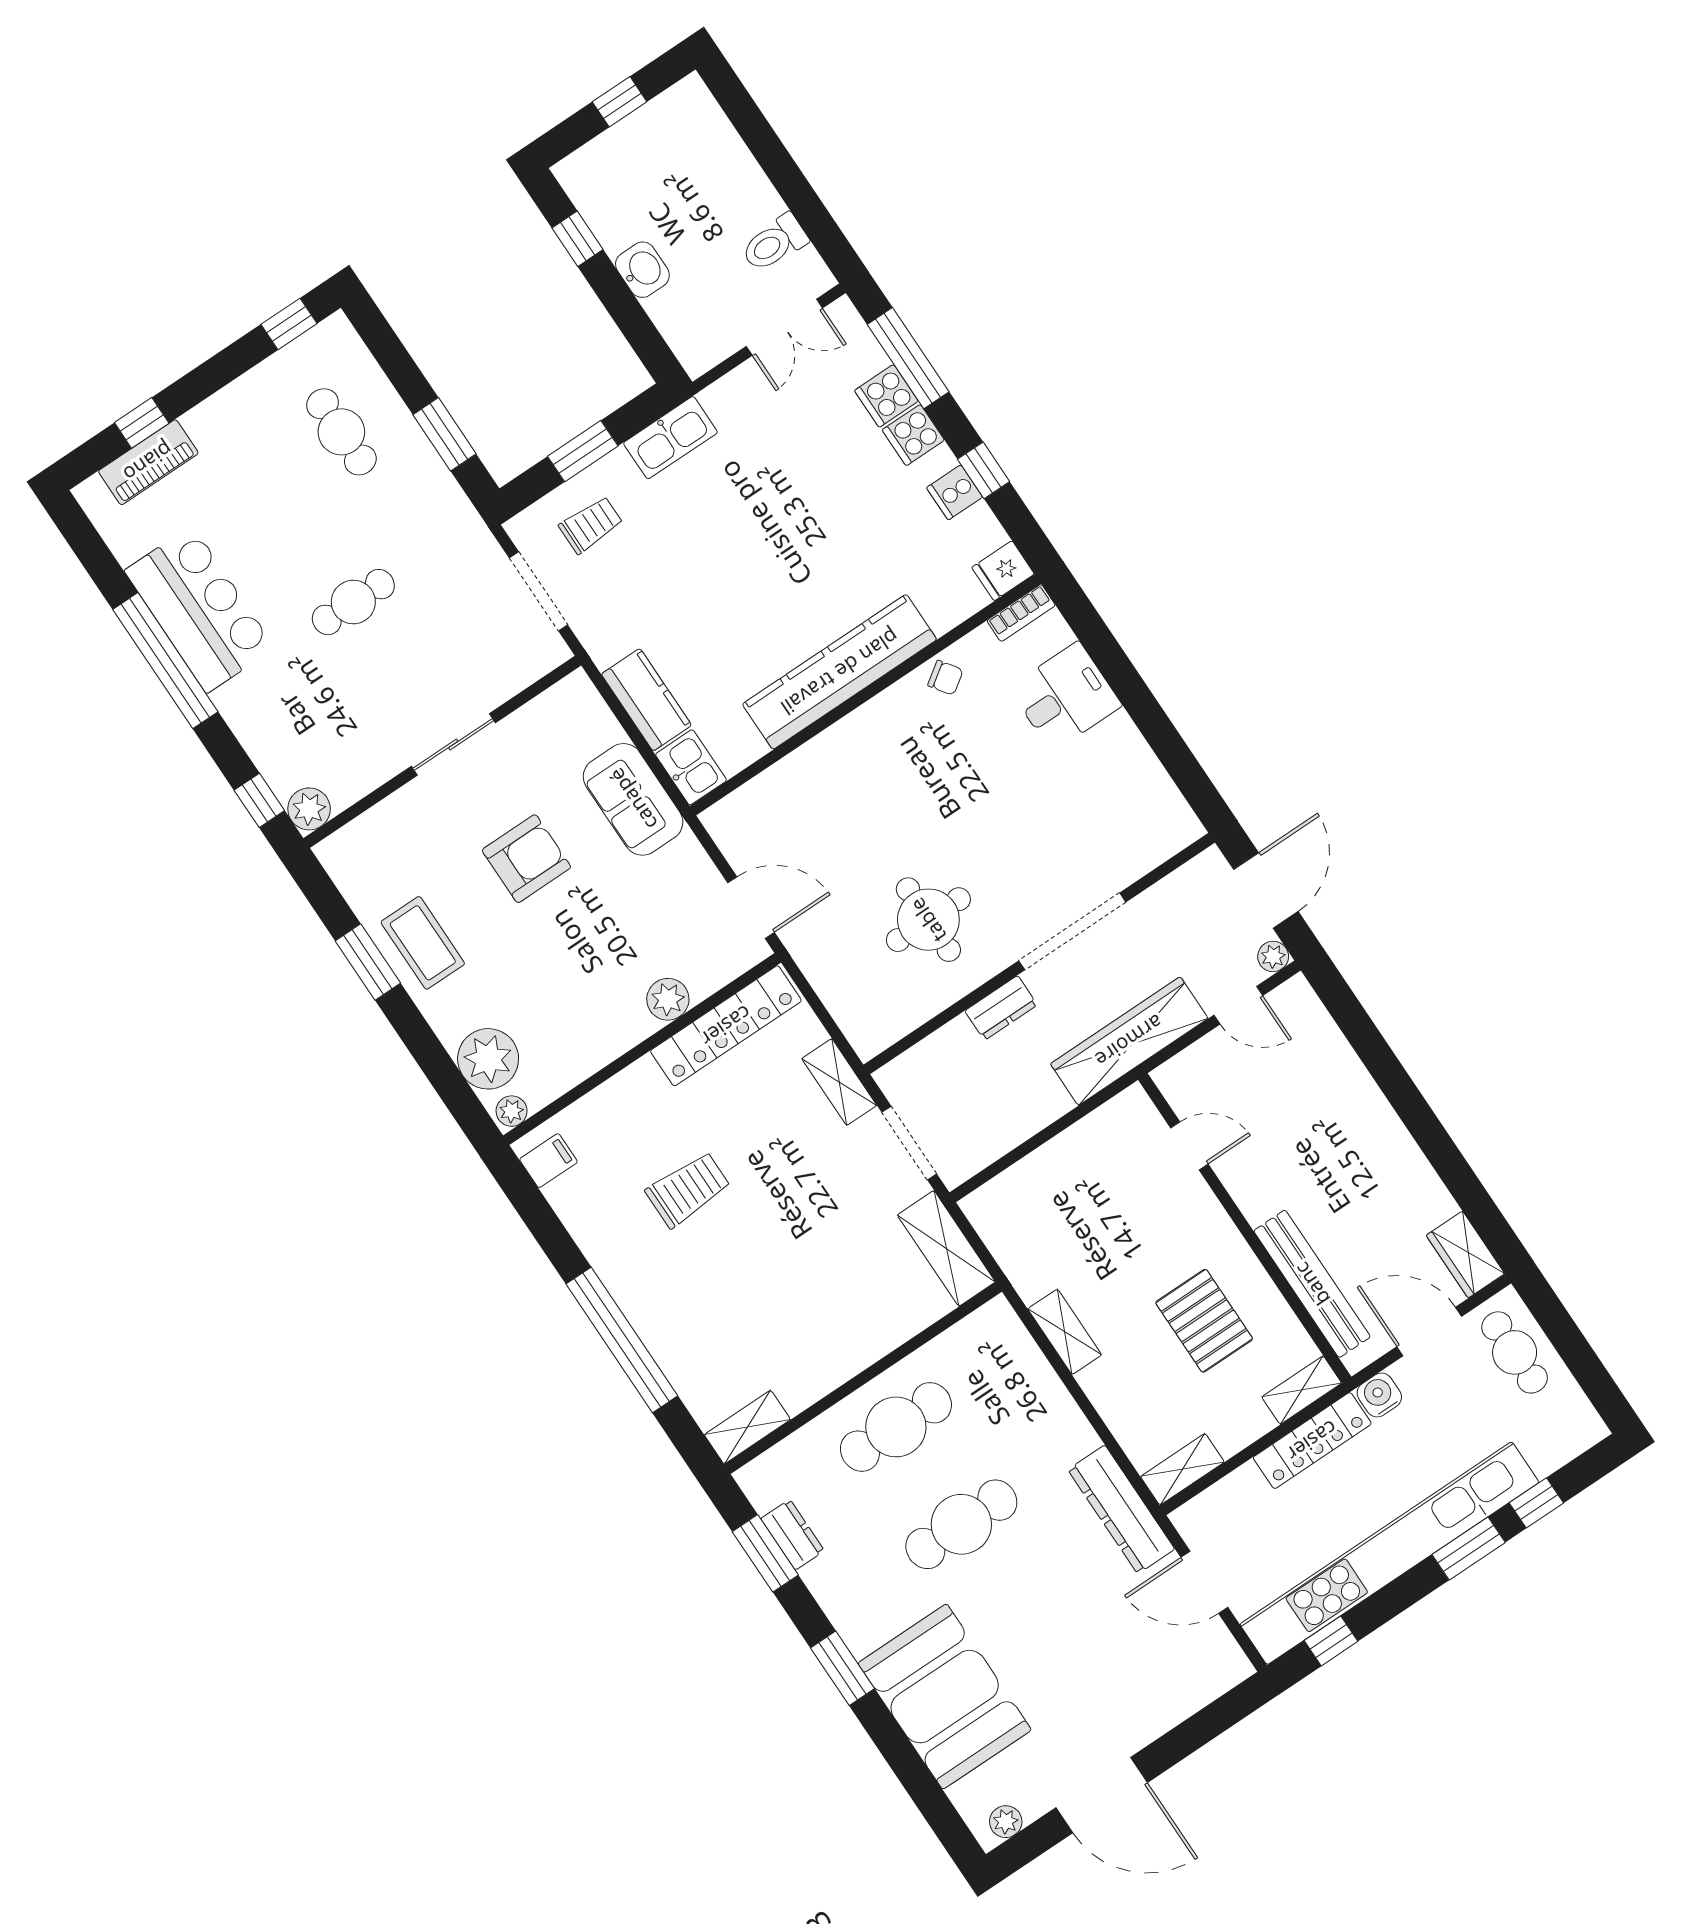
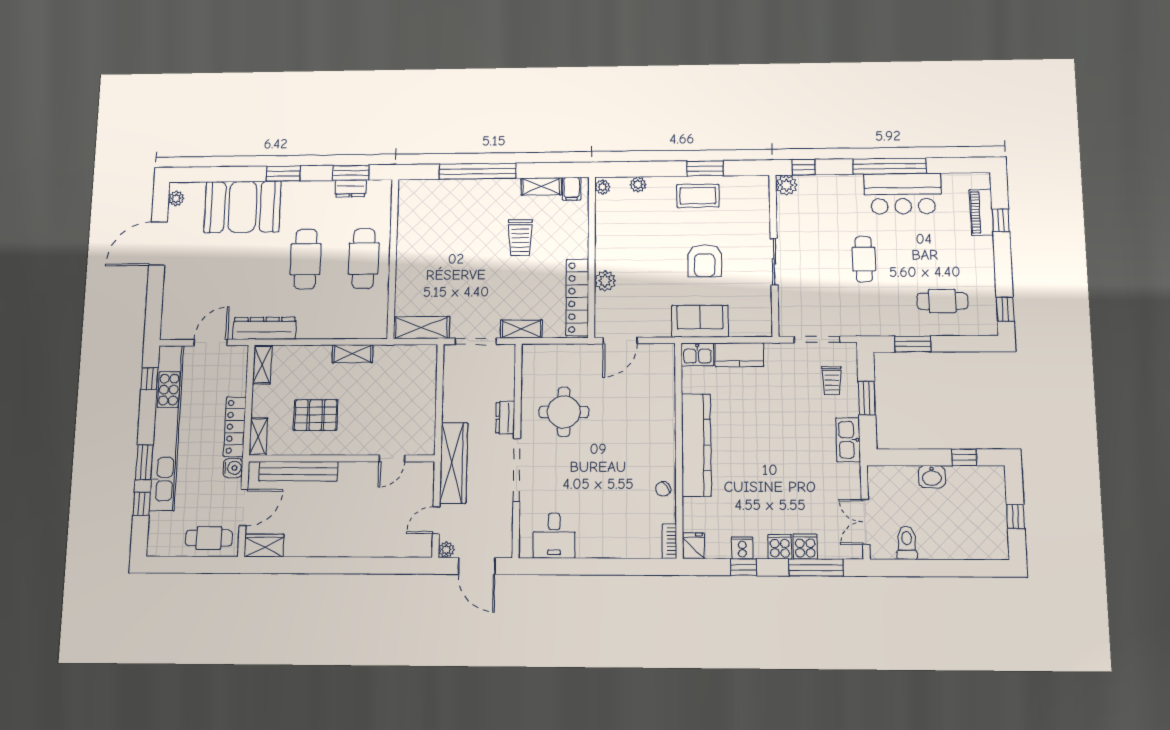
desk: (1065, 697) -> (554, 535), moved
plant: (488, 1059) -> (638, 184), width x0.53, depth x0.53
shelving: (747, 1427) -> (541, 186), moved, turned 90

